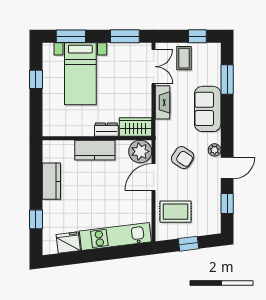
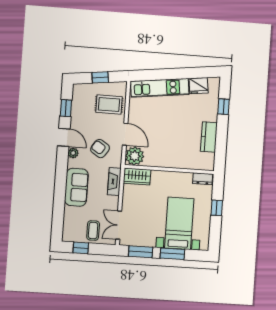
window: (71, 36) -> (172, 254), moved
window: (36, 79) -> (217, 208), moved
window: (227, 79) -> (59, 211), removed
fireplace: (163, 102) -> (114, 182), moved
dresser: (106, 130) -> (203, 179), moved
kitchen counter: (95, 150) -> (172, 160), removed
door: (227, 168) -> (64, 137), swing flipped
door: (154, 177) -> (125, 134), hinge flipped

